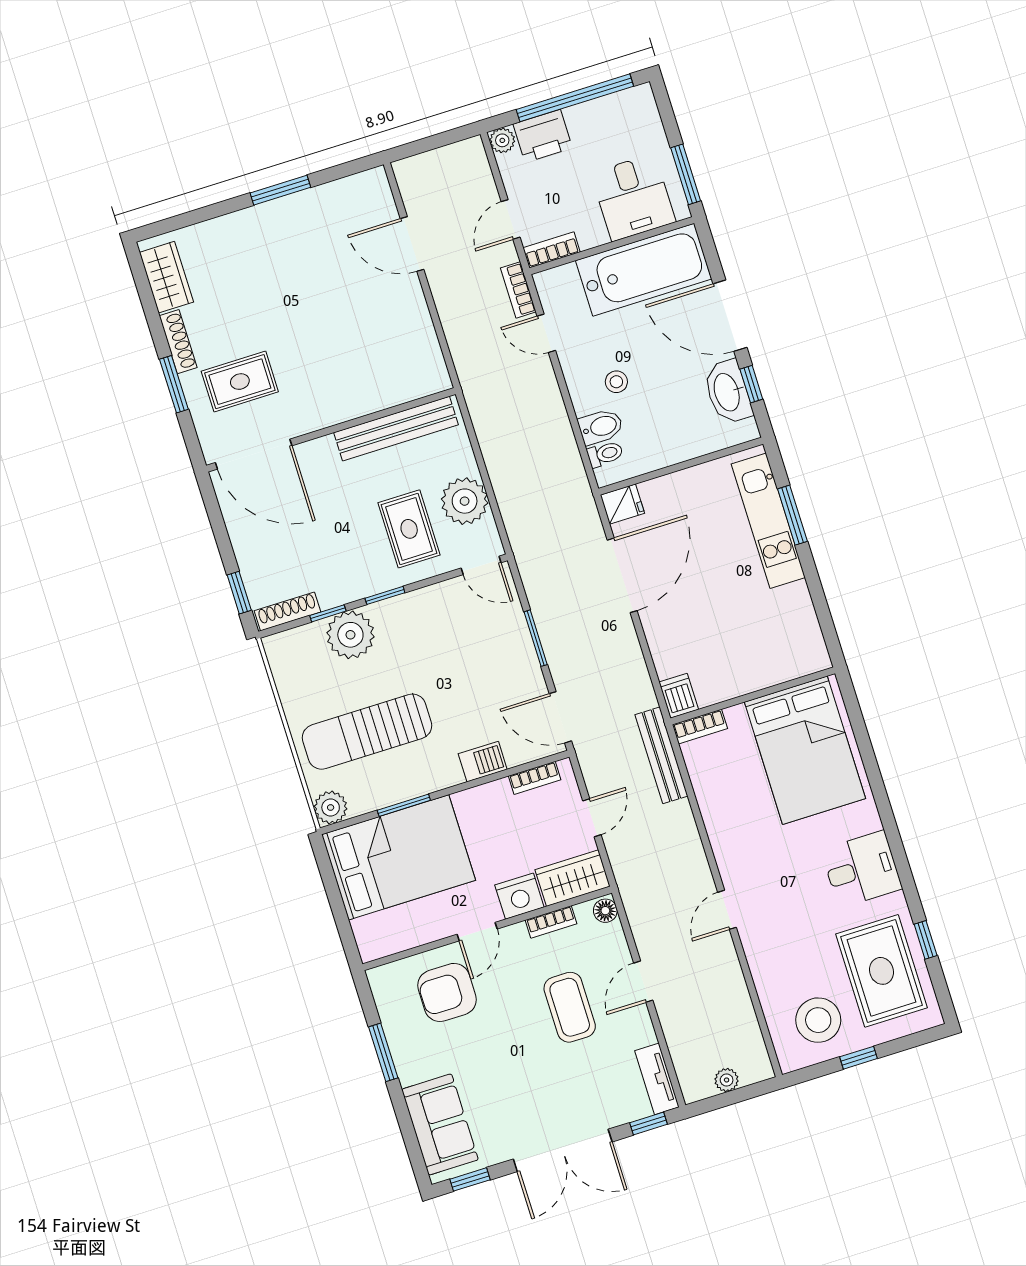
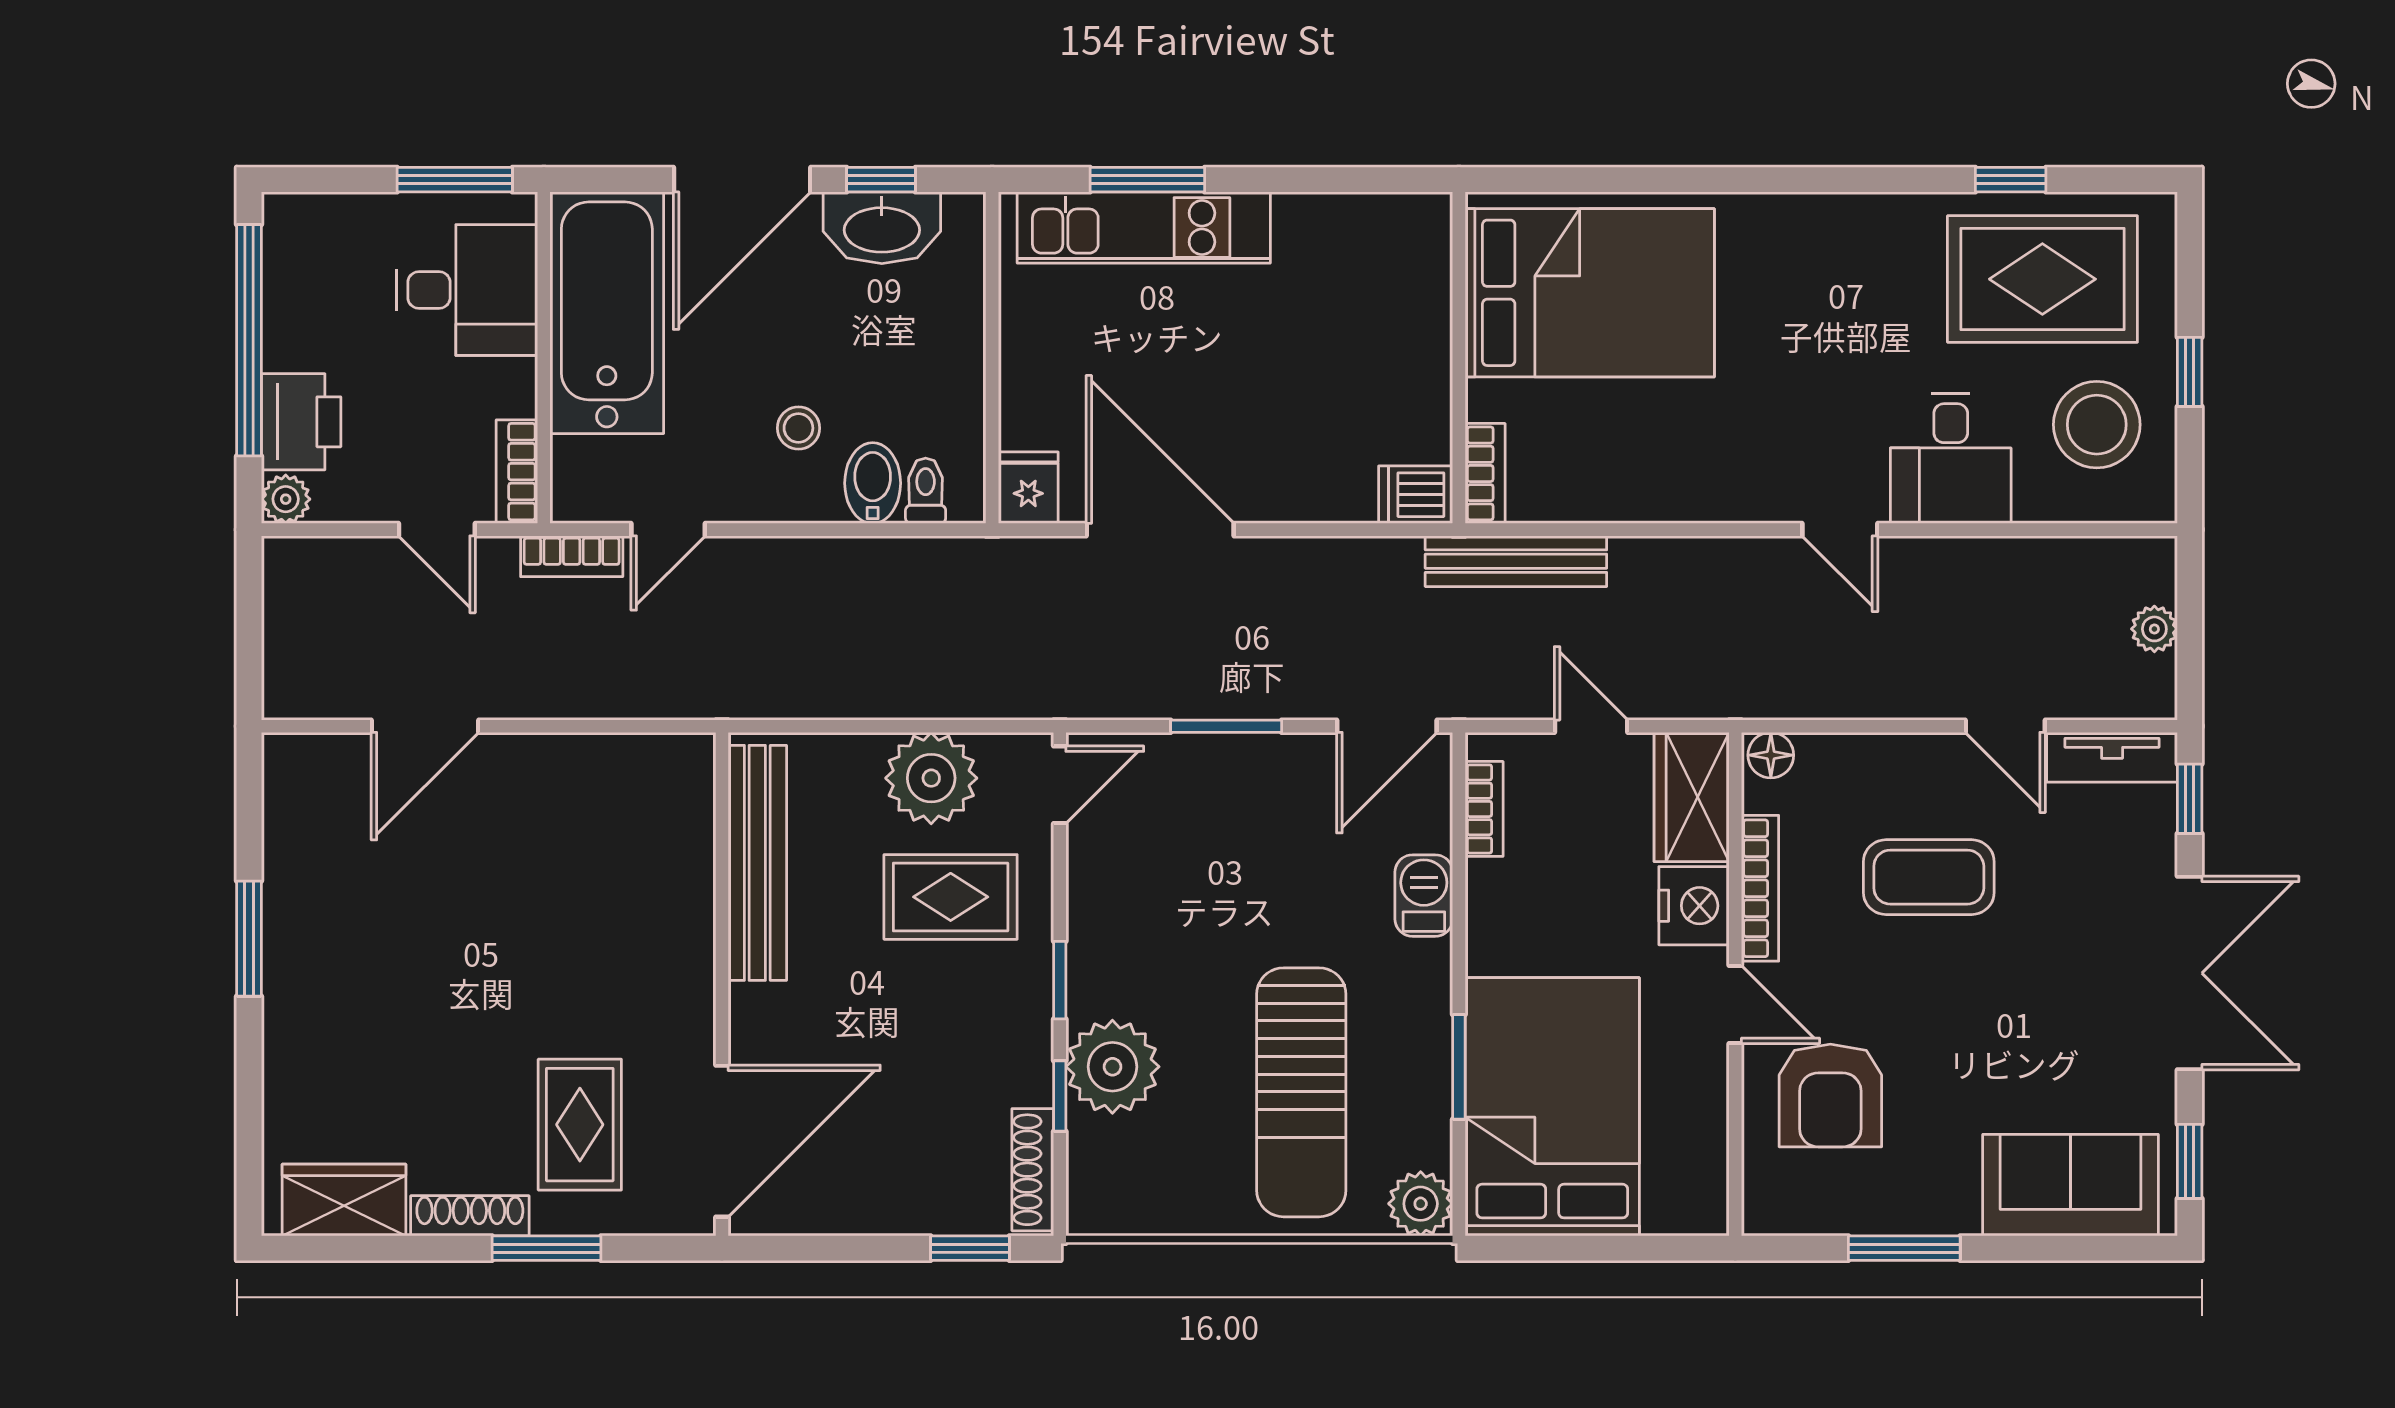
desk: (862, 869) -> (1951, 458), moved, turned 180
bookcase: (551, 922) -> (1760, 888), width x1.56
door: (643, 982) -> (2005, 726), moved

